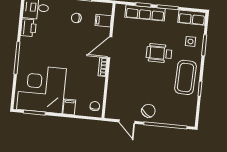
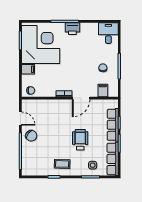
row of seats: (192, 18) -> (113, 159), width x1.48
printer: (28, 28) -> (72, 29), moved
door: (110, 47) -> (81, 98), swing flipped
coffee table: (186, 77) -> (62, 164), width x0.54, depth x0.58
door: (127, 122) -> (20, 119), swing flipped

